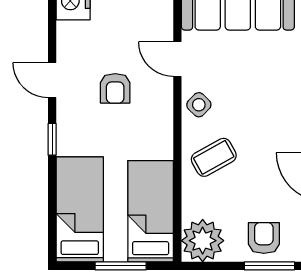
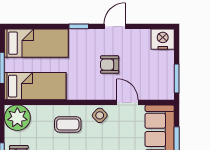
door: (177, 59) -> (127, 102), hinge flipped
coffee table: (214, 157) -> (68, 124), turned -61

